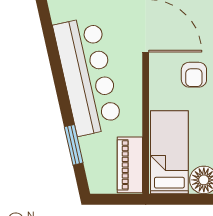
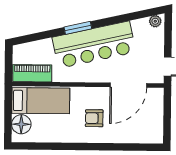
window: (74, 145) -> (78, 28), moved

